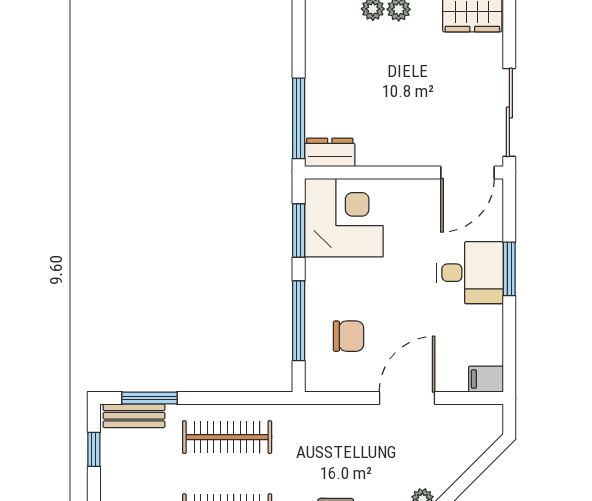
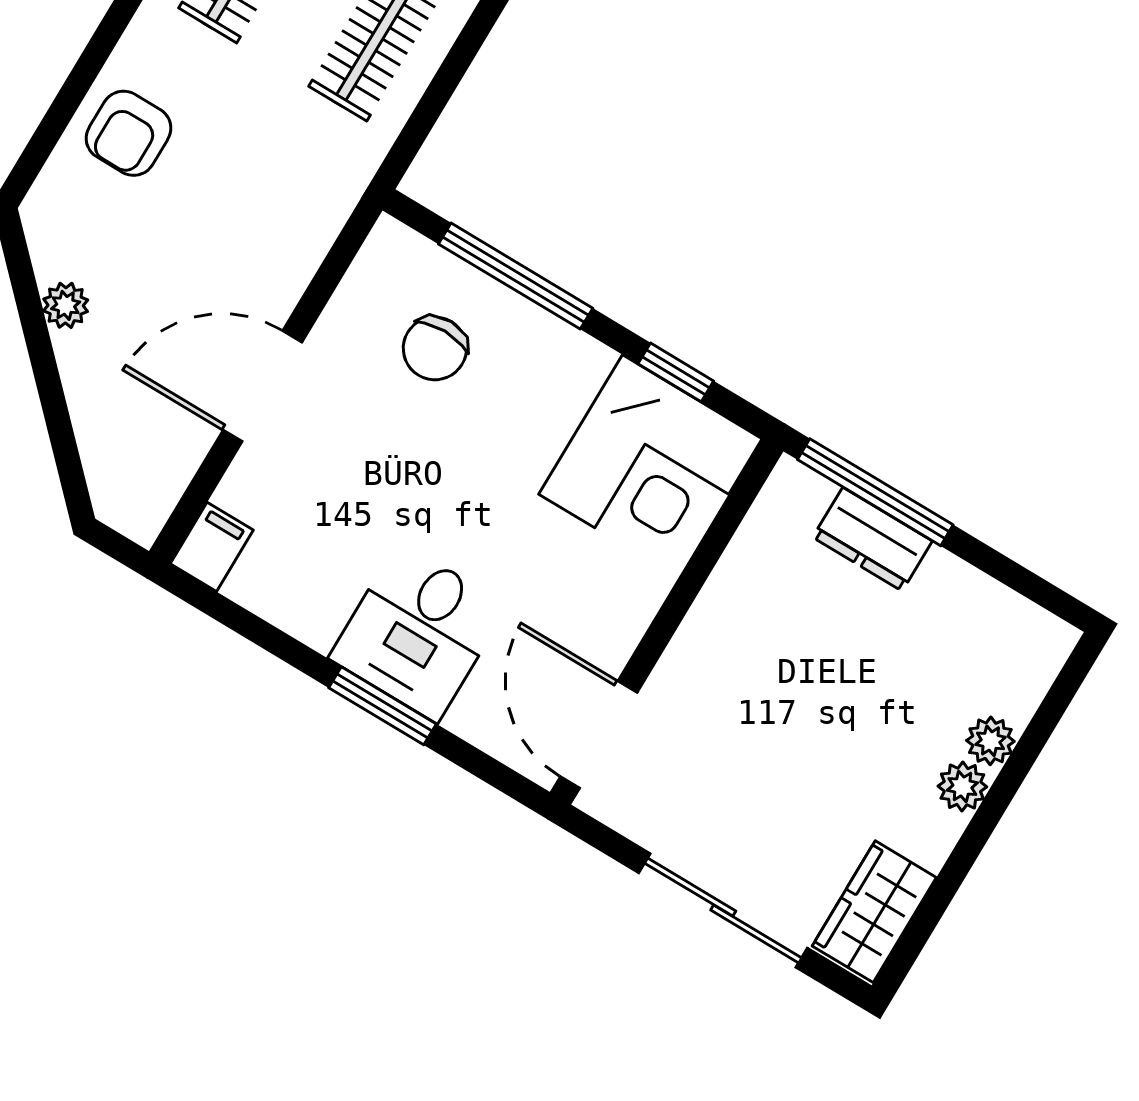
sliding door: (509, 112) -> (723, 911), moved
dresser: (330, 152) -> (872, 539), moved, turned 90
window: (299, 231) -> (676, 372), width x0.67
door: (407, 398) -> (262, 386), swing flipped

